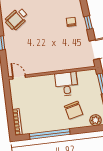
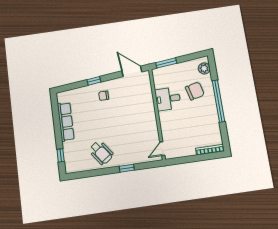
window: (88, 23) -> (94, 81), moved
window: (50, 134) -> (218, 101), moved

